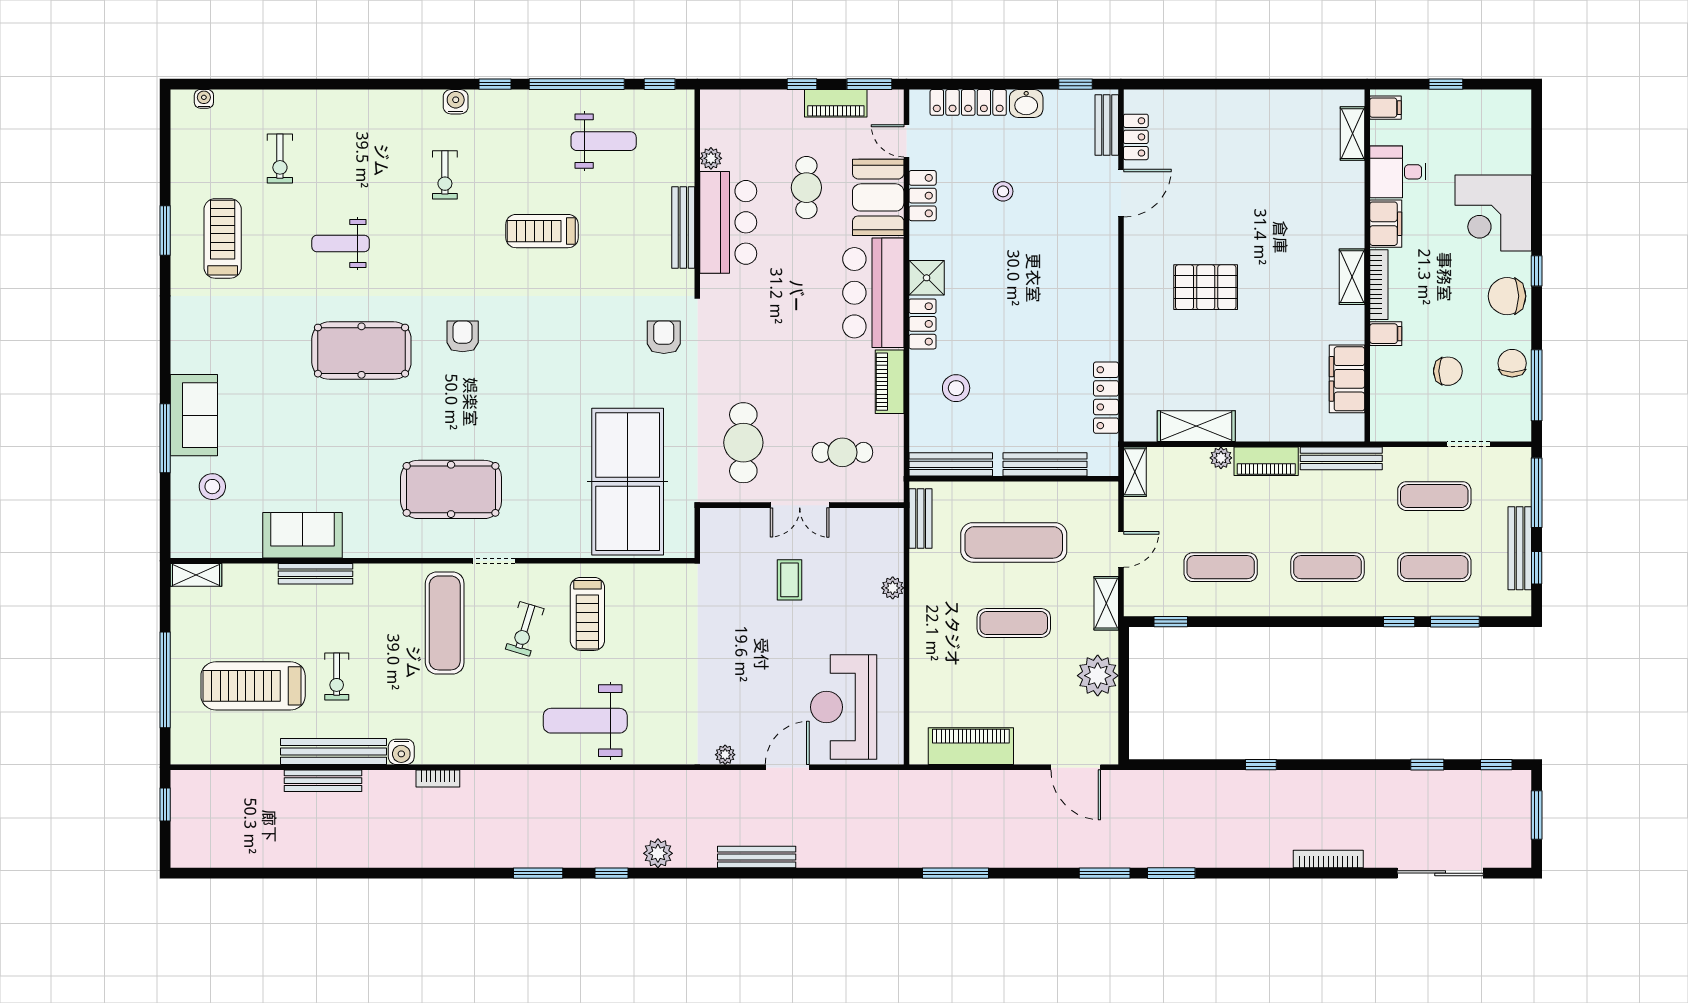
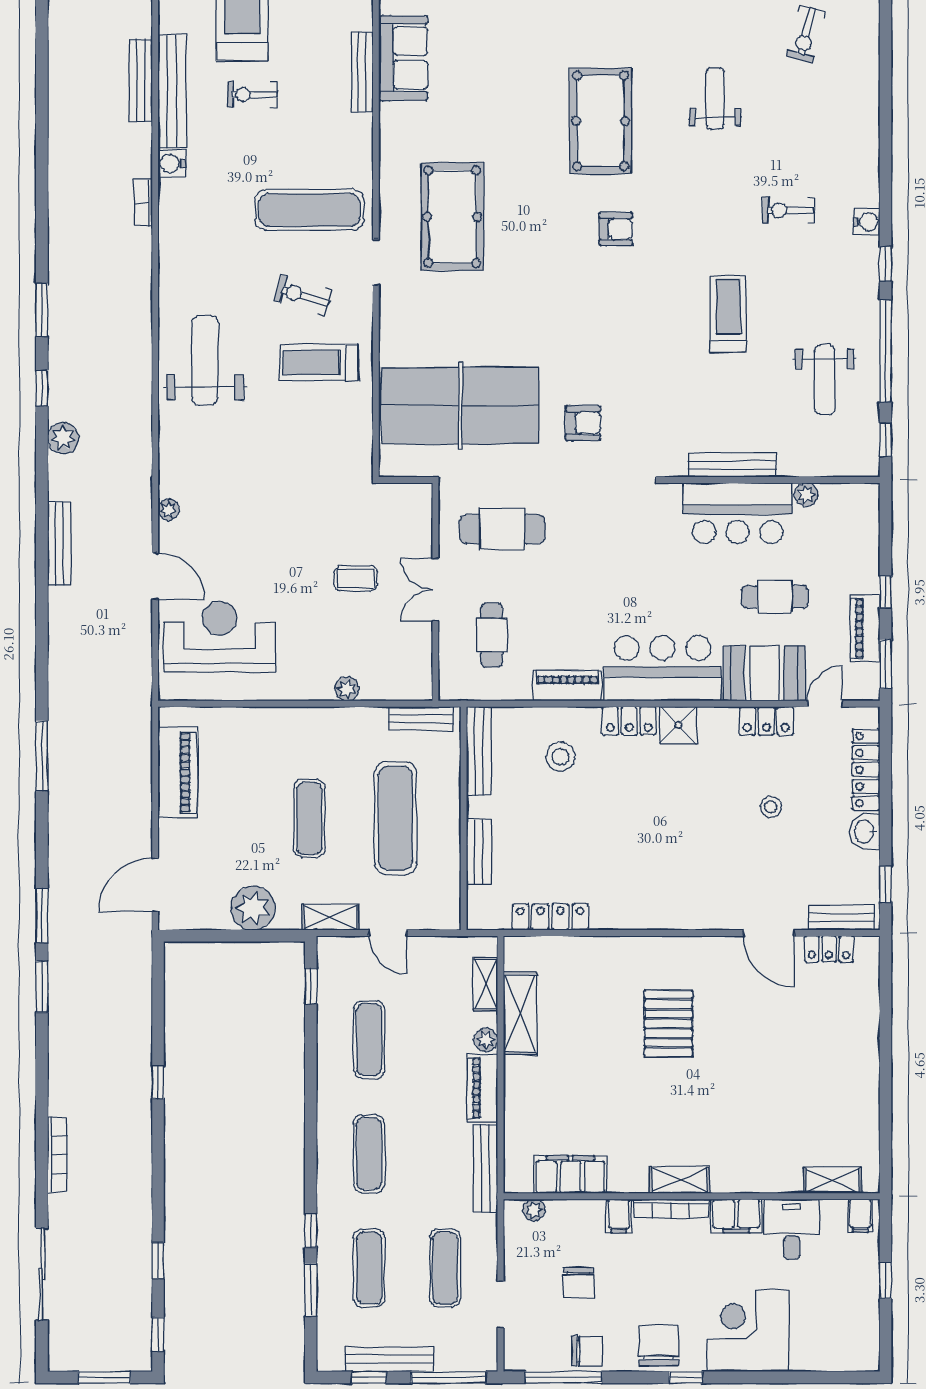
exercise bike: (280, 159) -> (806, 34), turned -75
armchair: (664, 337) -> (583, 423), moved
plant: (1380, 413) -> (534, 1210), added
bench: (1045, 464) -> (479, 852), width x0.73
shelving: (1135, 472) -> (486, 984), moved, turned 90

